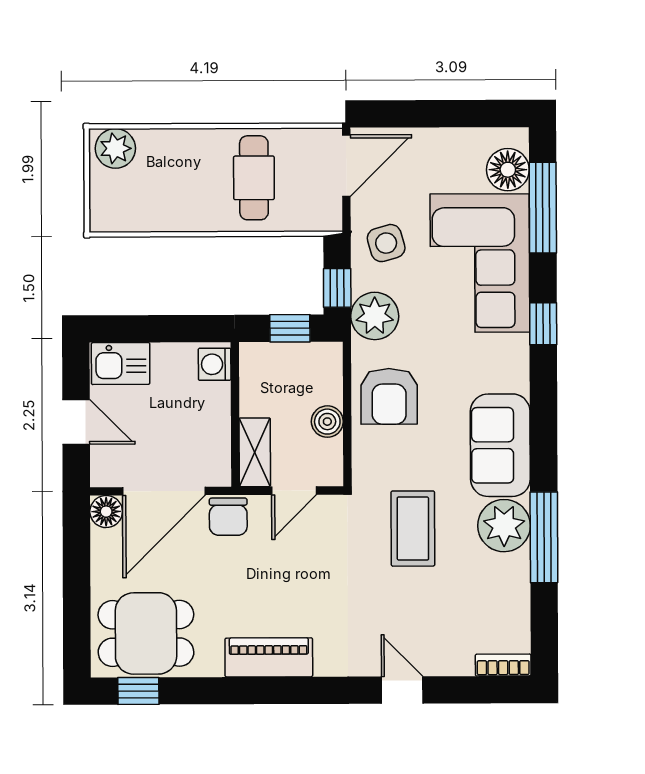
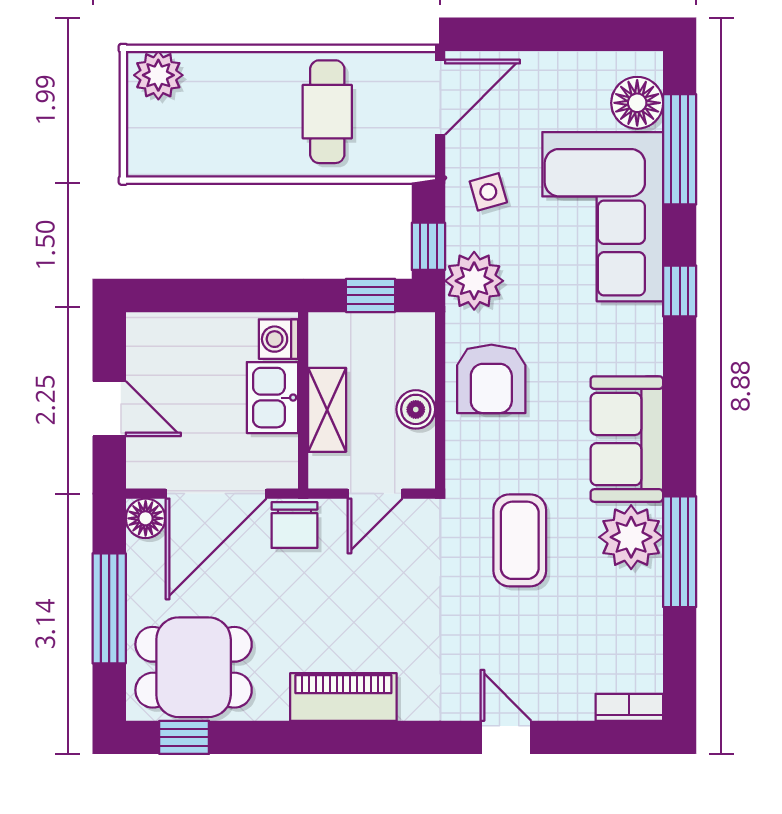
side table: (386, 243) -> (488, 192), width x0.73, depth x0.73
kitchen sink: (121, 364) -> (273, 398), moved, turned 90
shelving: (255, 452) -> (327, 410), moved
window: (77, 585) -> (109, 608), added

